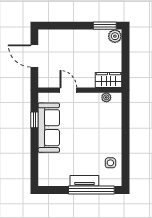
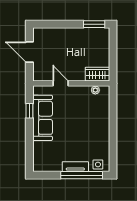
plant: (115, 36) -> (103, 34), removed
side table: (110, 163) -> (98, 164), moved

